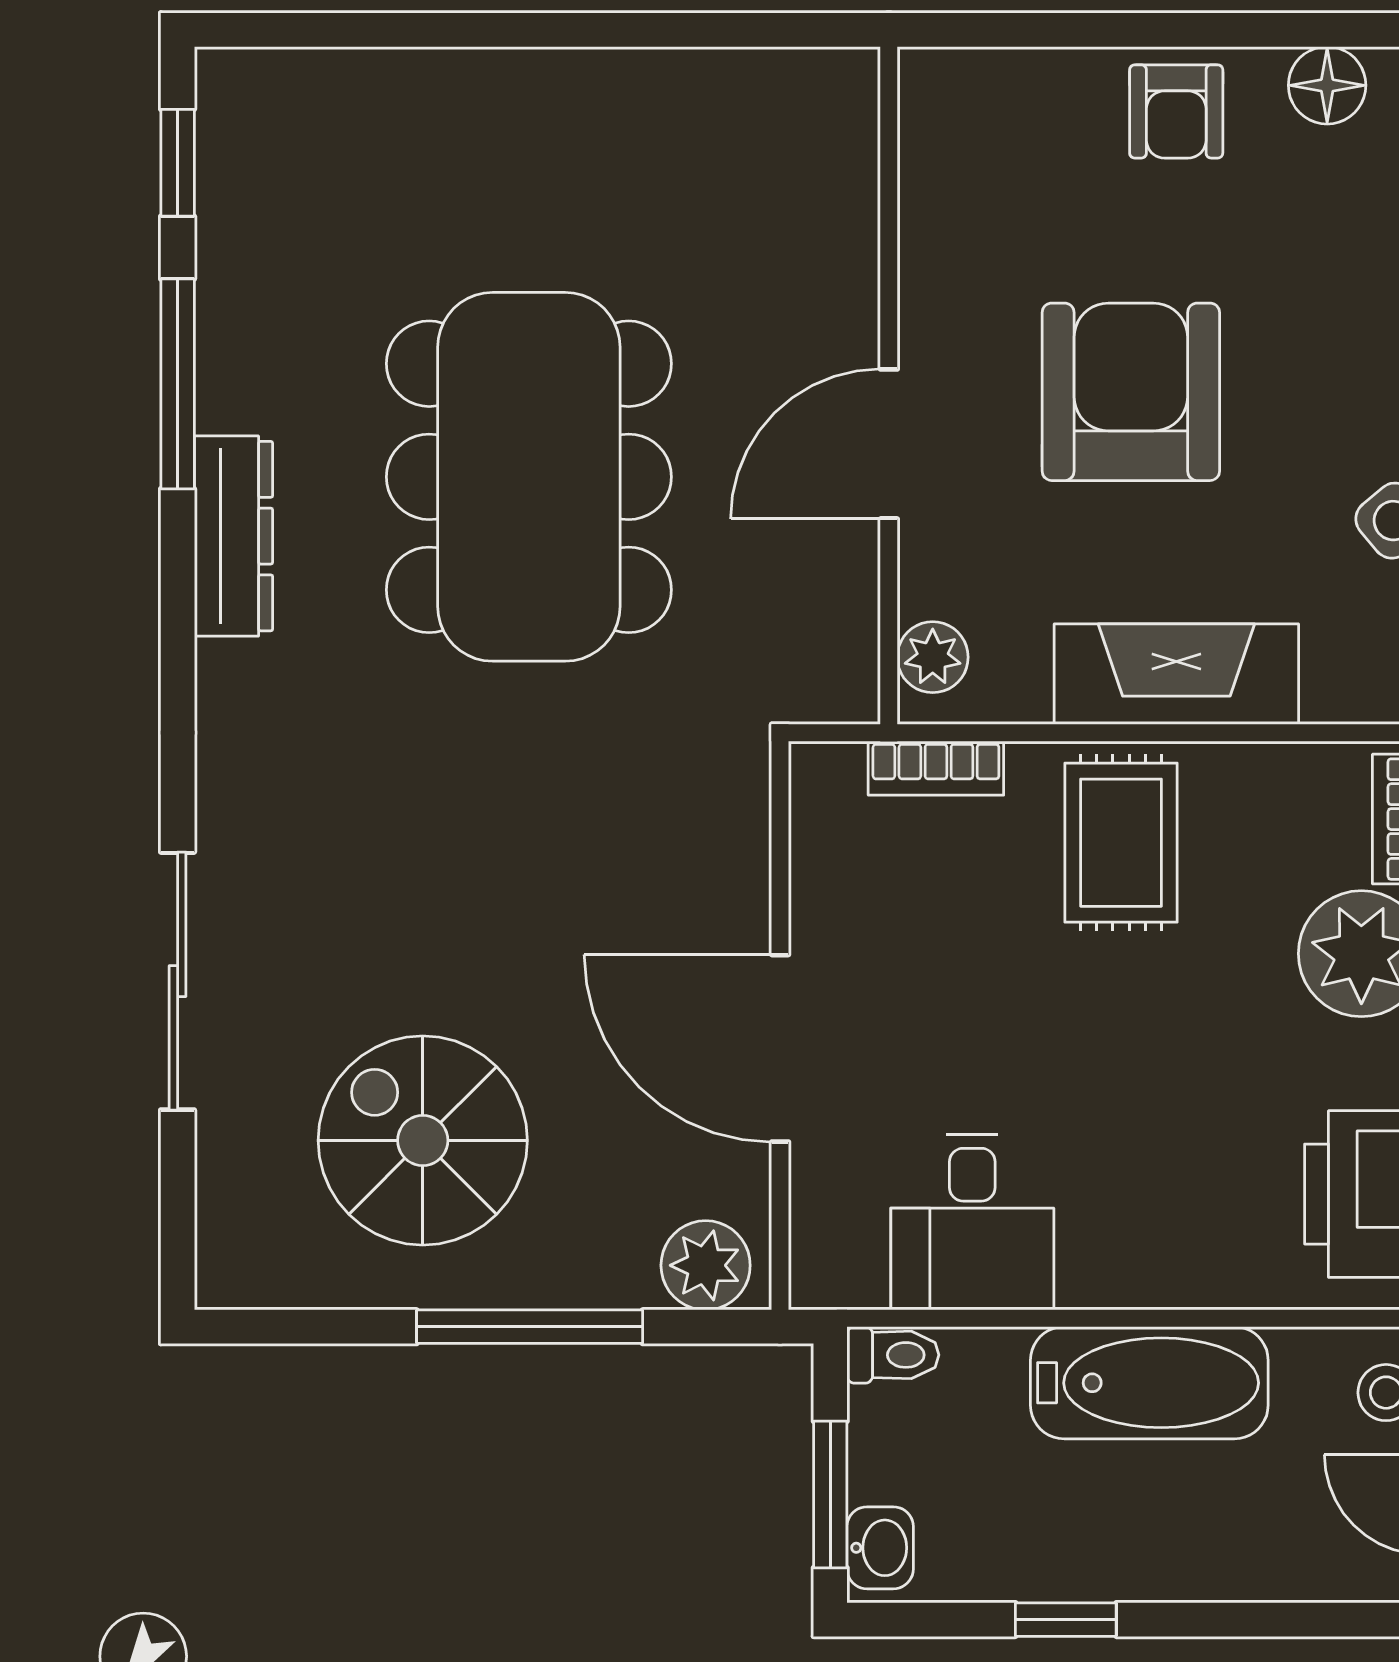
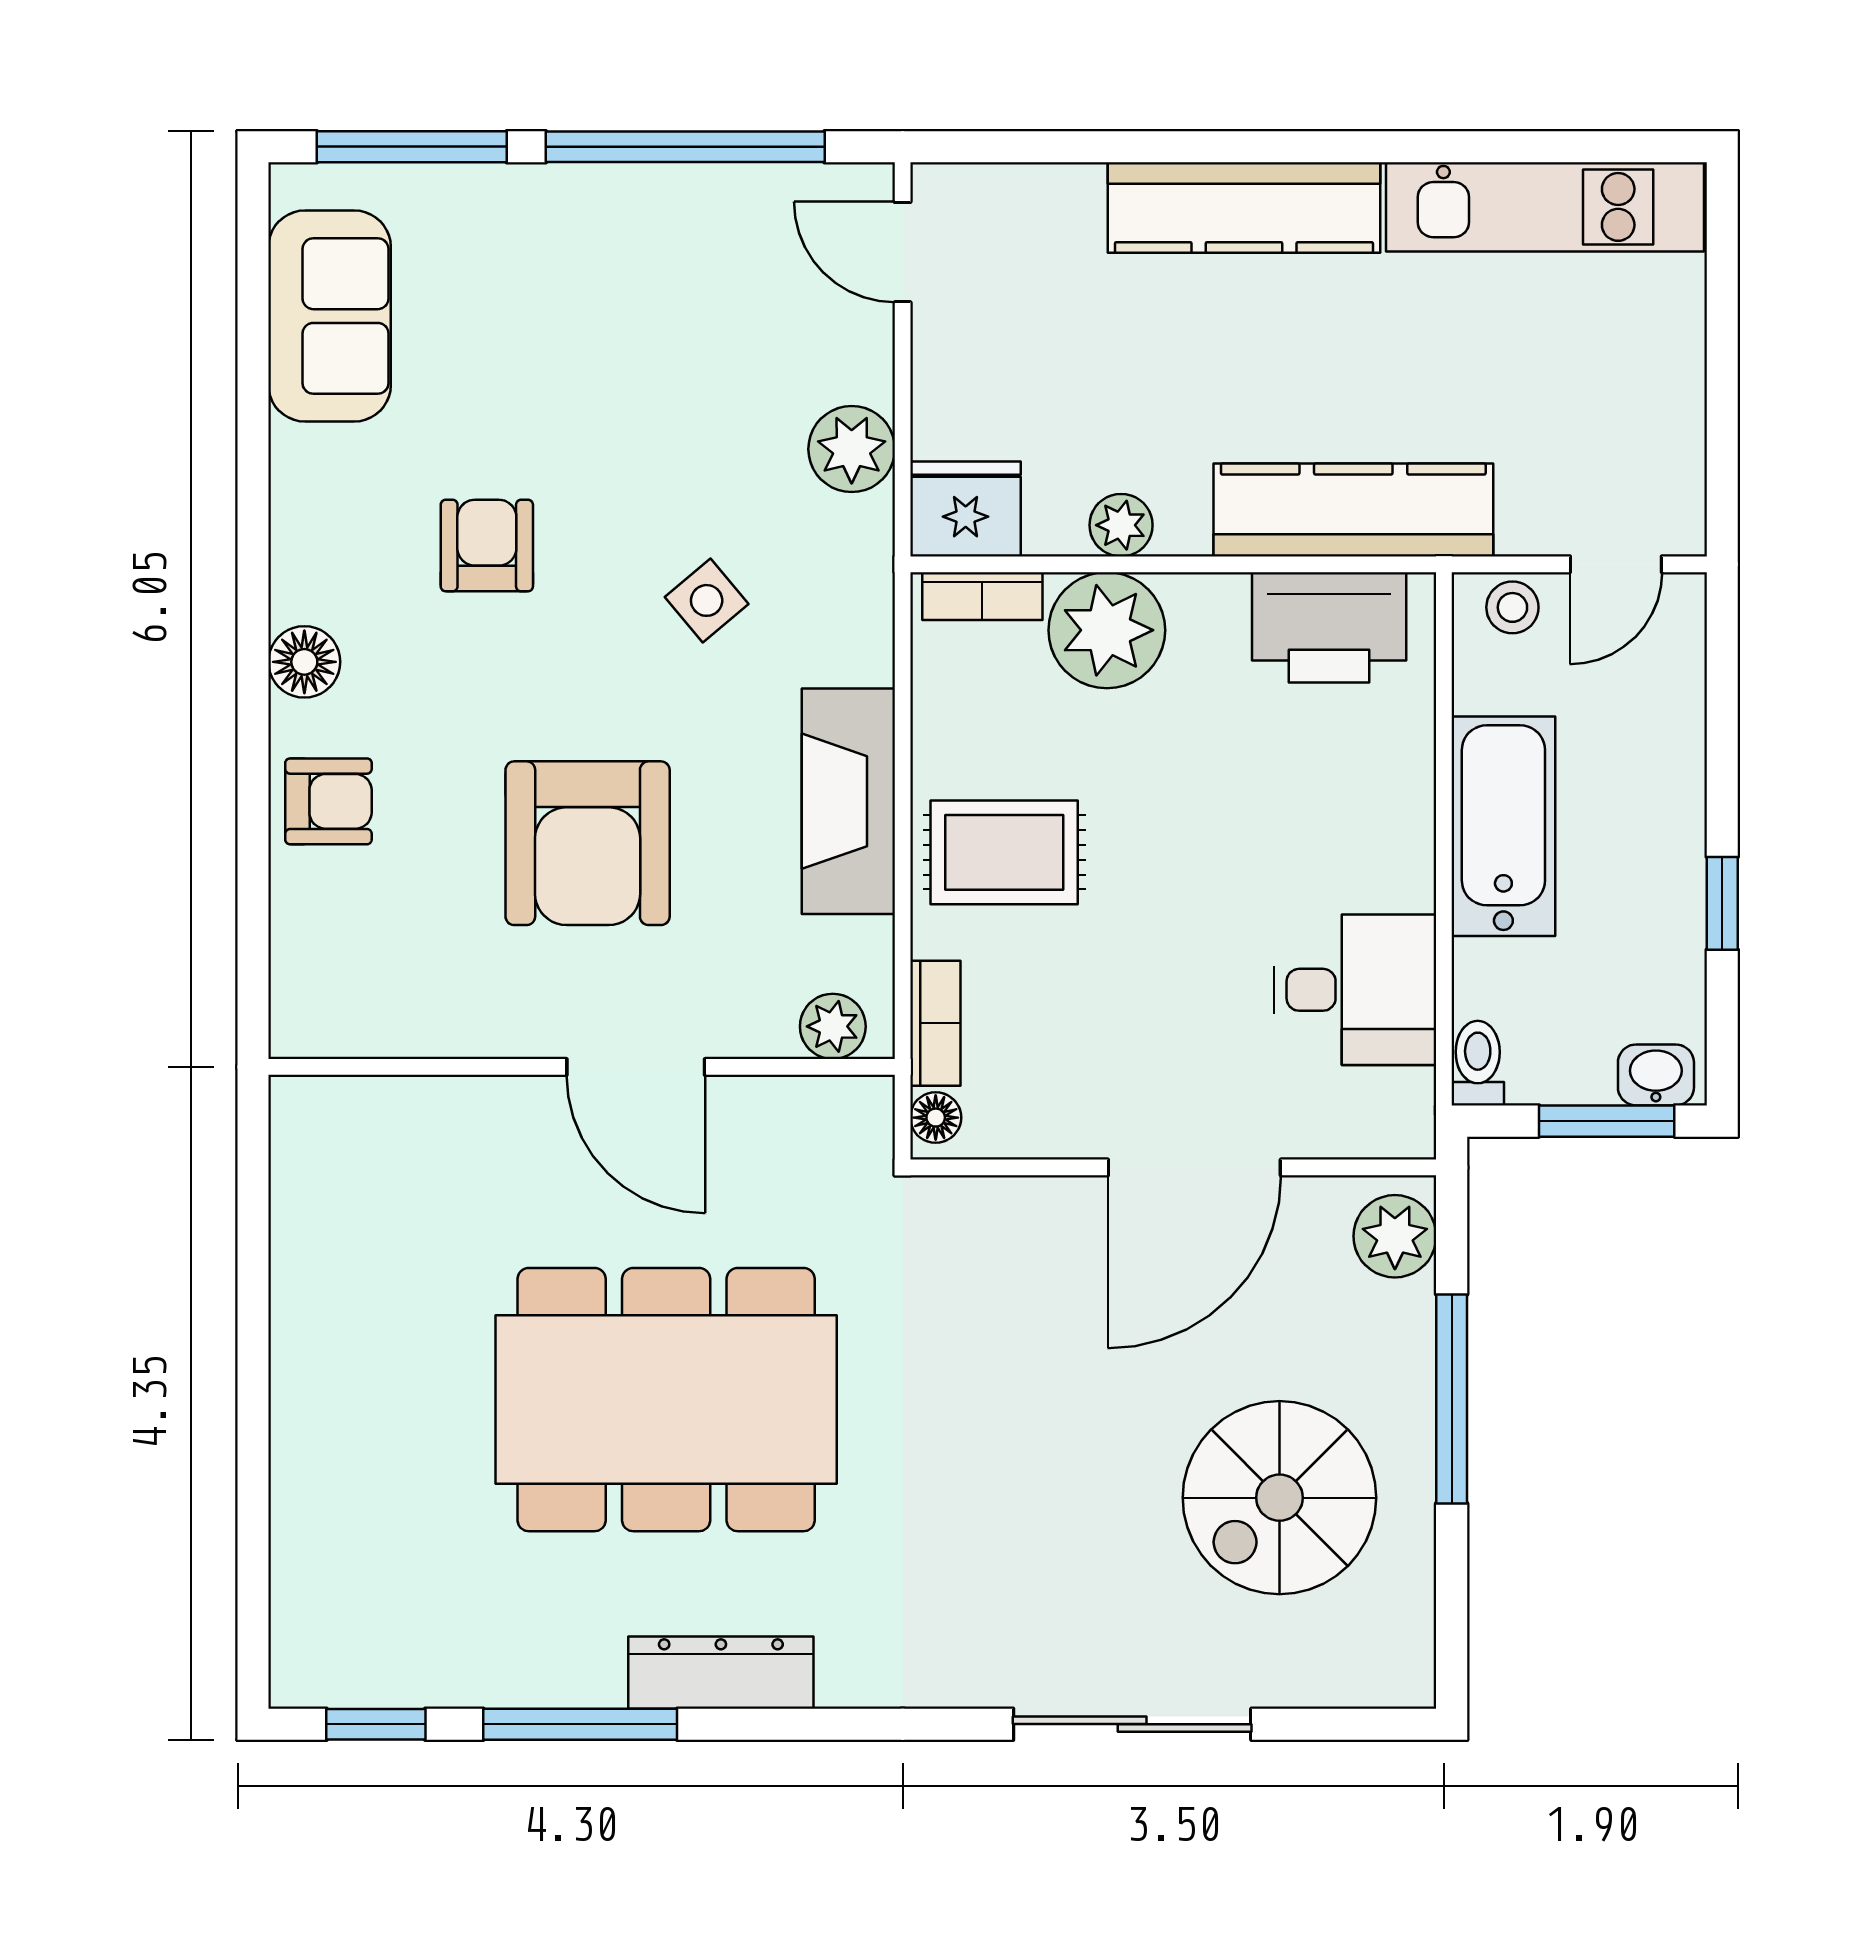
armchair: (1131, 392) -> (588, 843), turned -90
floor lamp: (834, 768) -> (936, 1118), added

